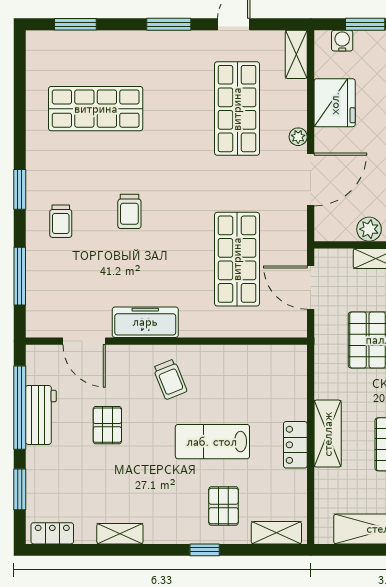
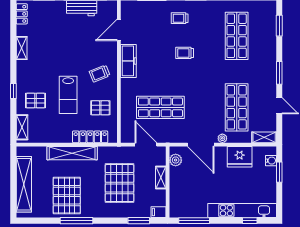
shop shelf: (237, 109) -> (237, 107), turned 90
plant: (369, 229) -> (176, 160), moved
door: (311, 288) -> (146, 145), hinge flipped
pallet: (107, 425) -> (100, 108), moved
shelving: (328, 434) -> (72, 153), width x1.47
lab bench: (212, 442) -> (68, 95), turned 180
locker: (295, 445) -> (90, 137), moved, width x1.53

